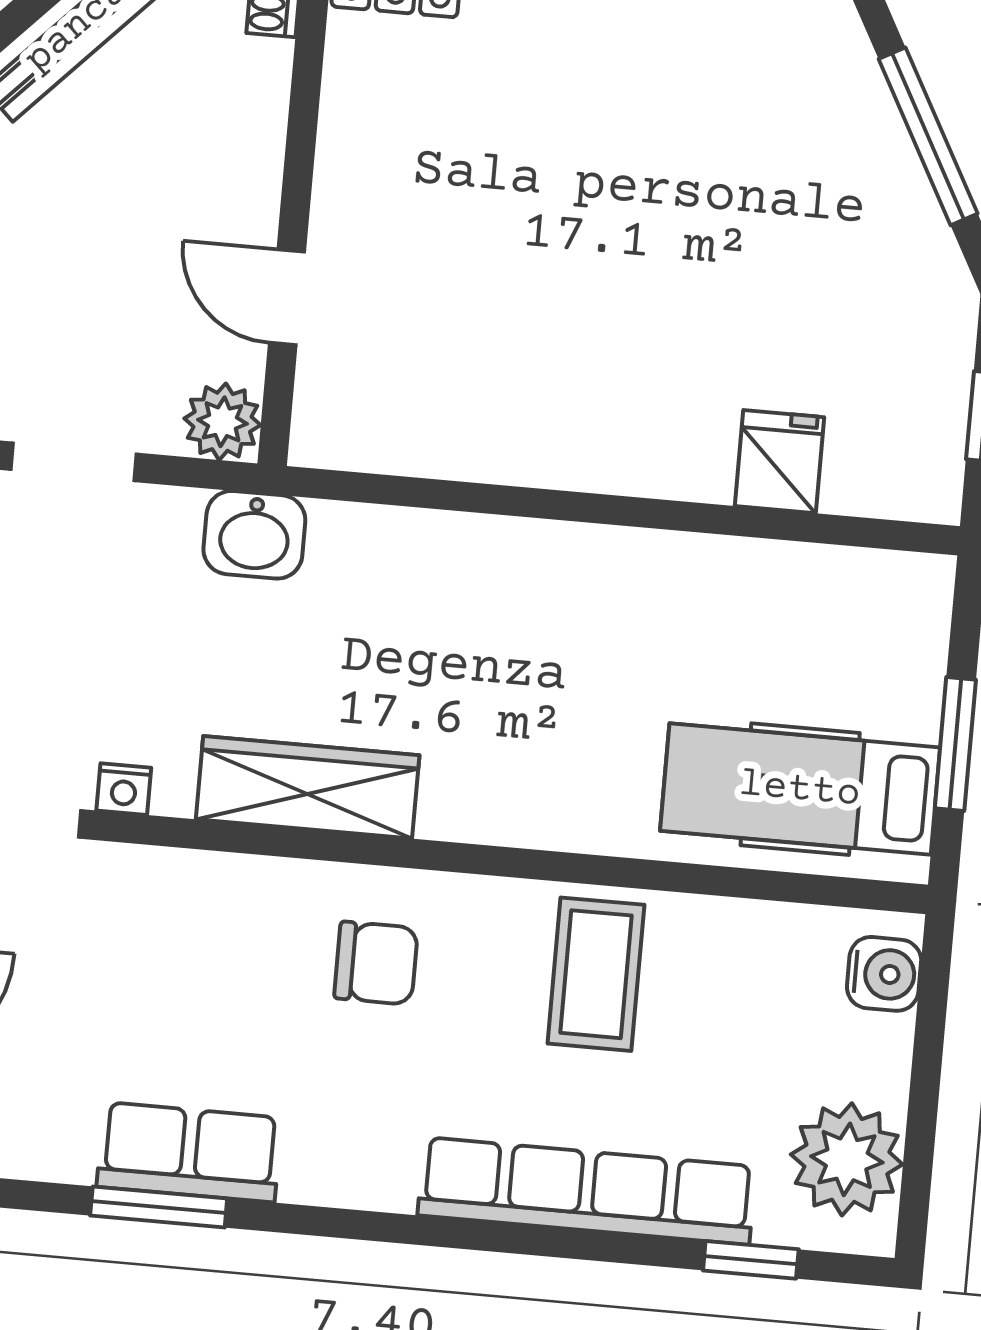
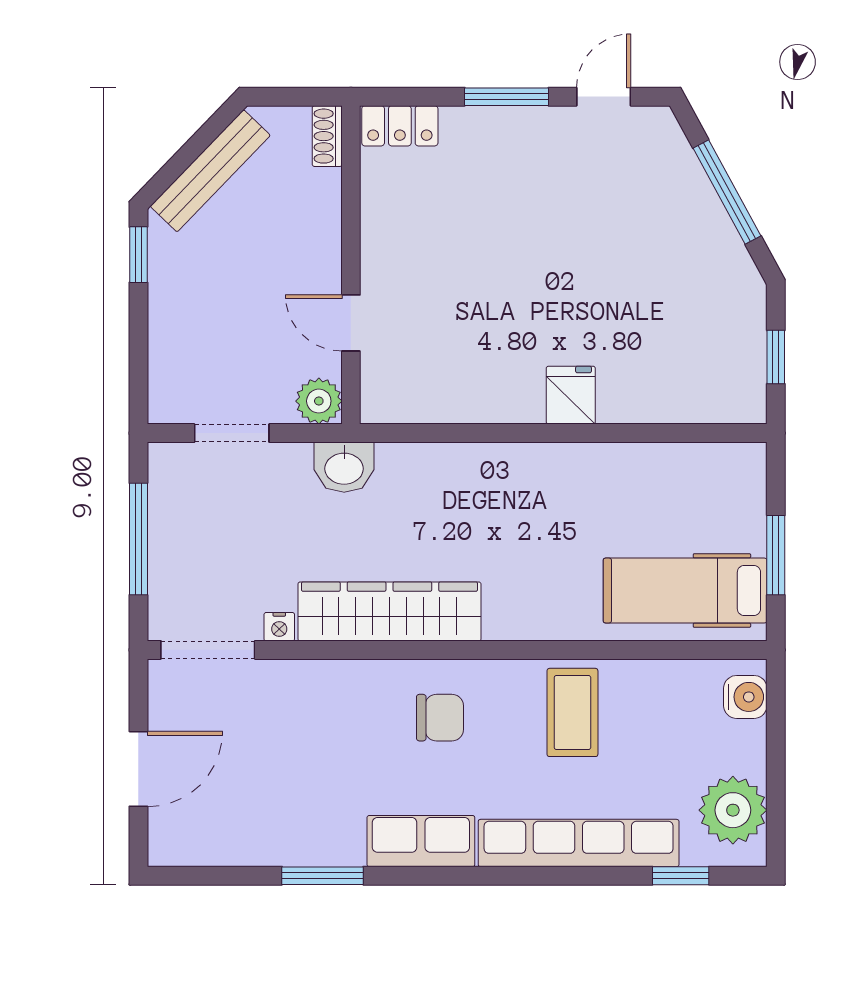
fridge: (779, 462) -> (571, 395), moved
wardrobe: (308, 787) -> (389, 611), width x1.40, depth x1.17
row of seats: (189, 1152) -> (421, 841), moved

